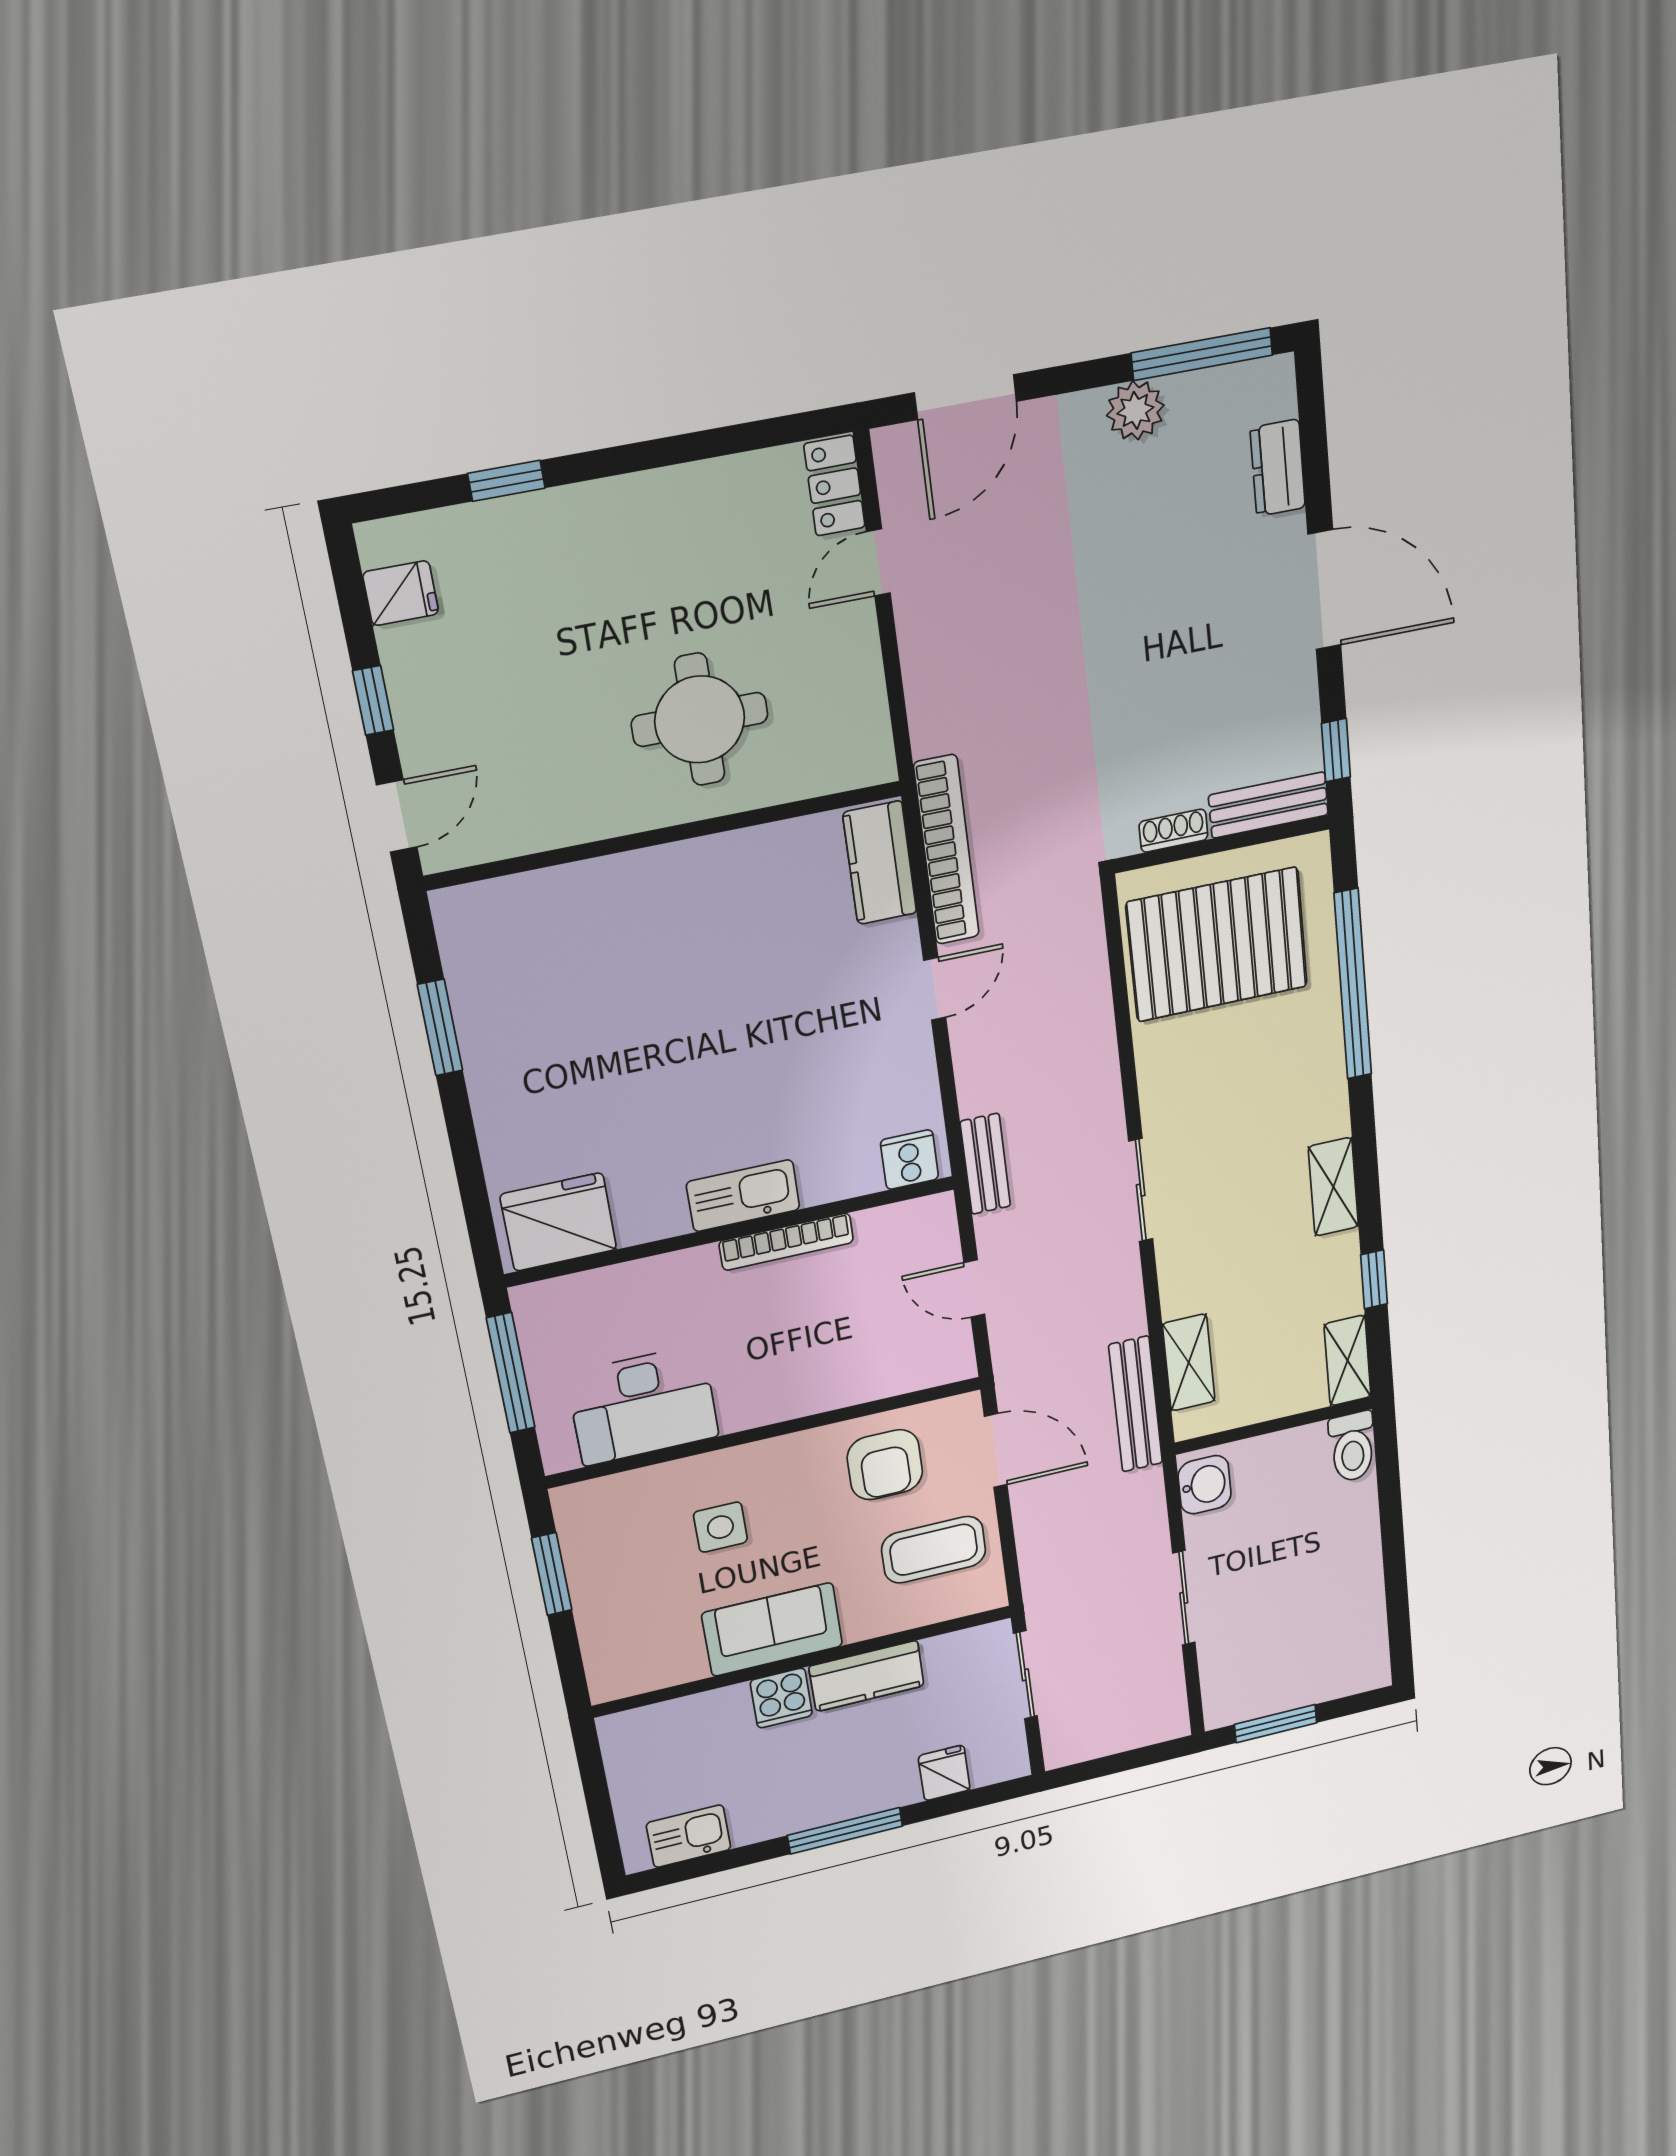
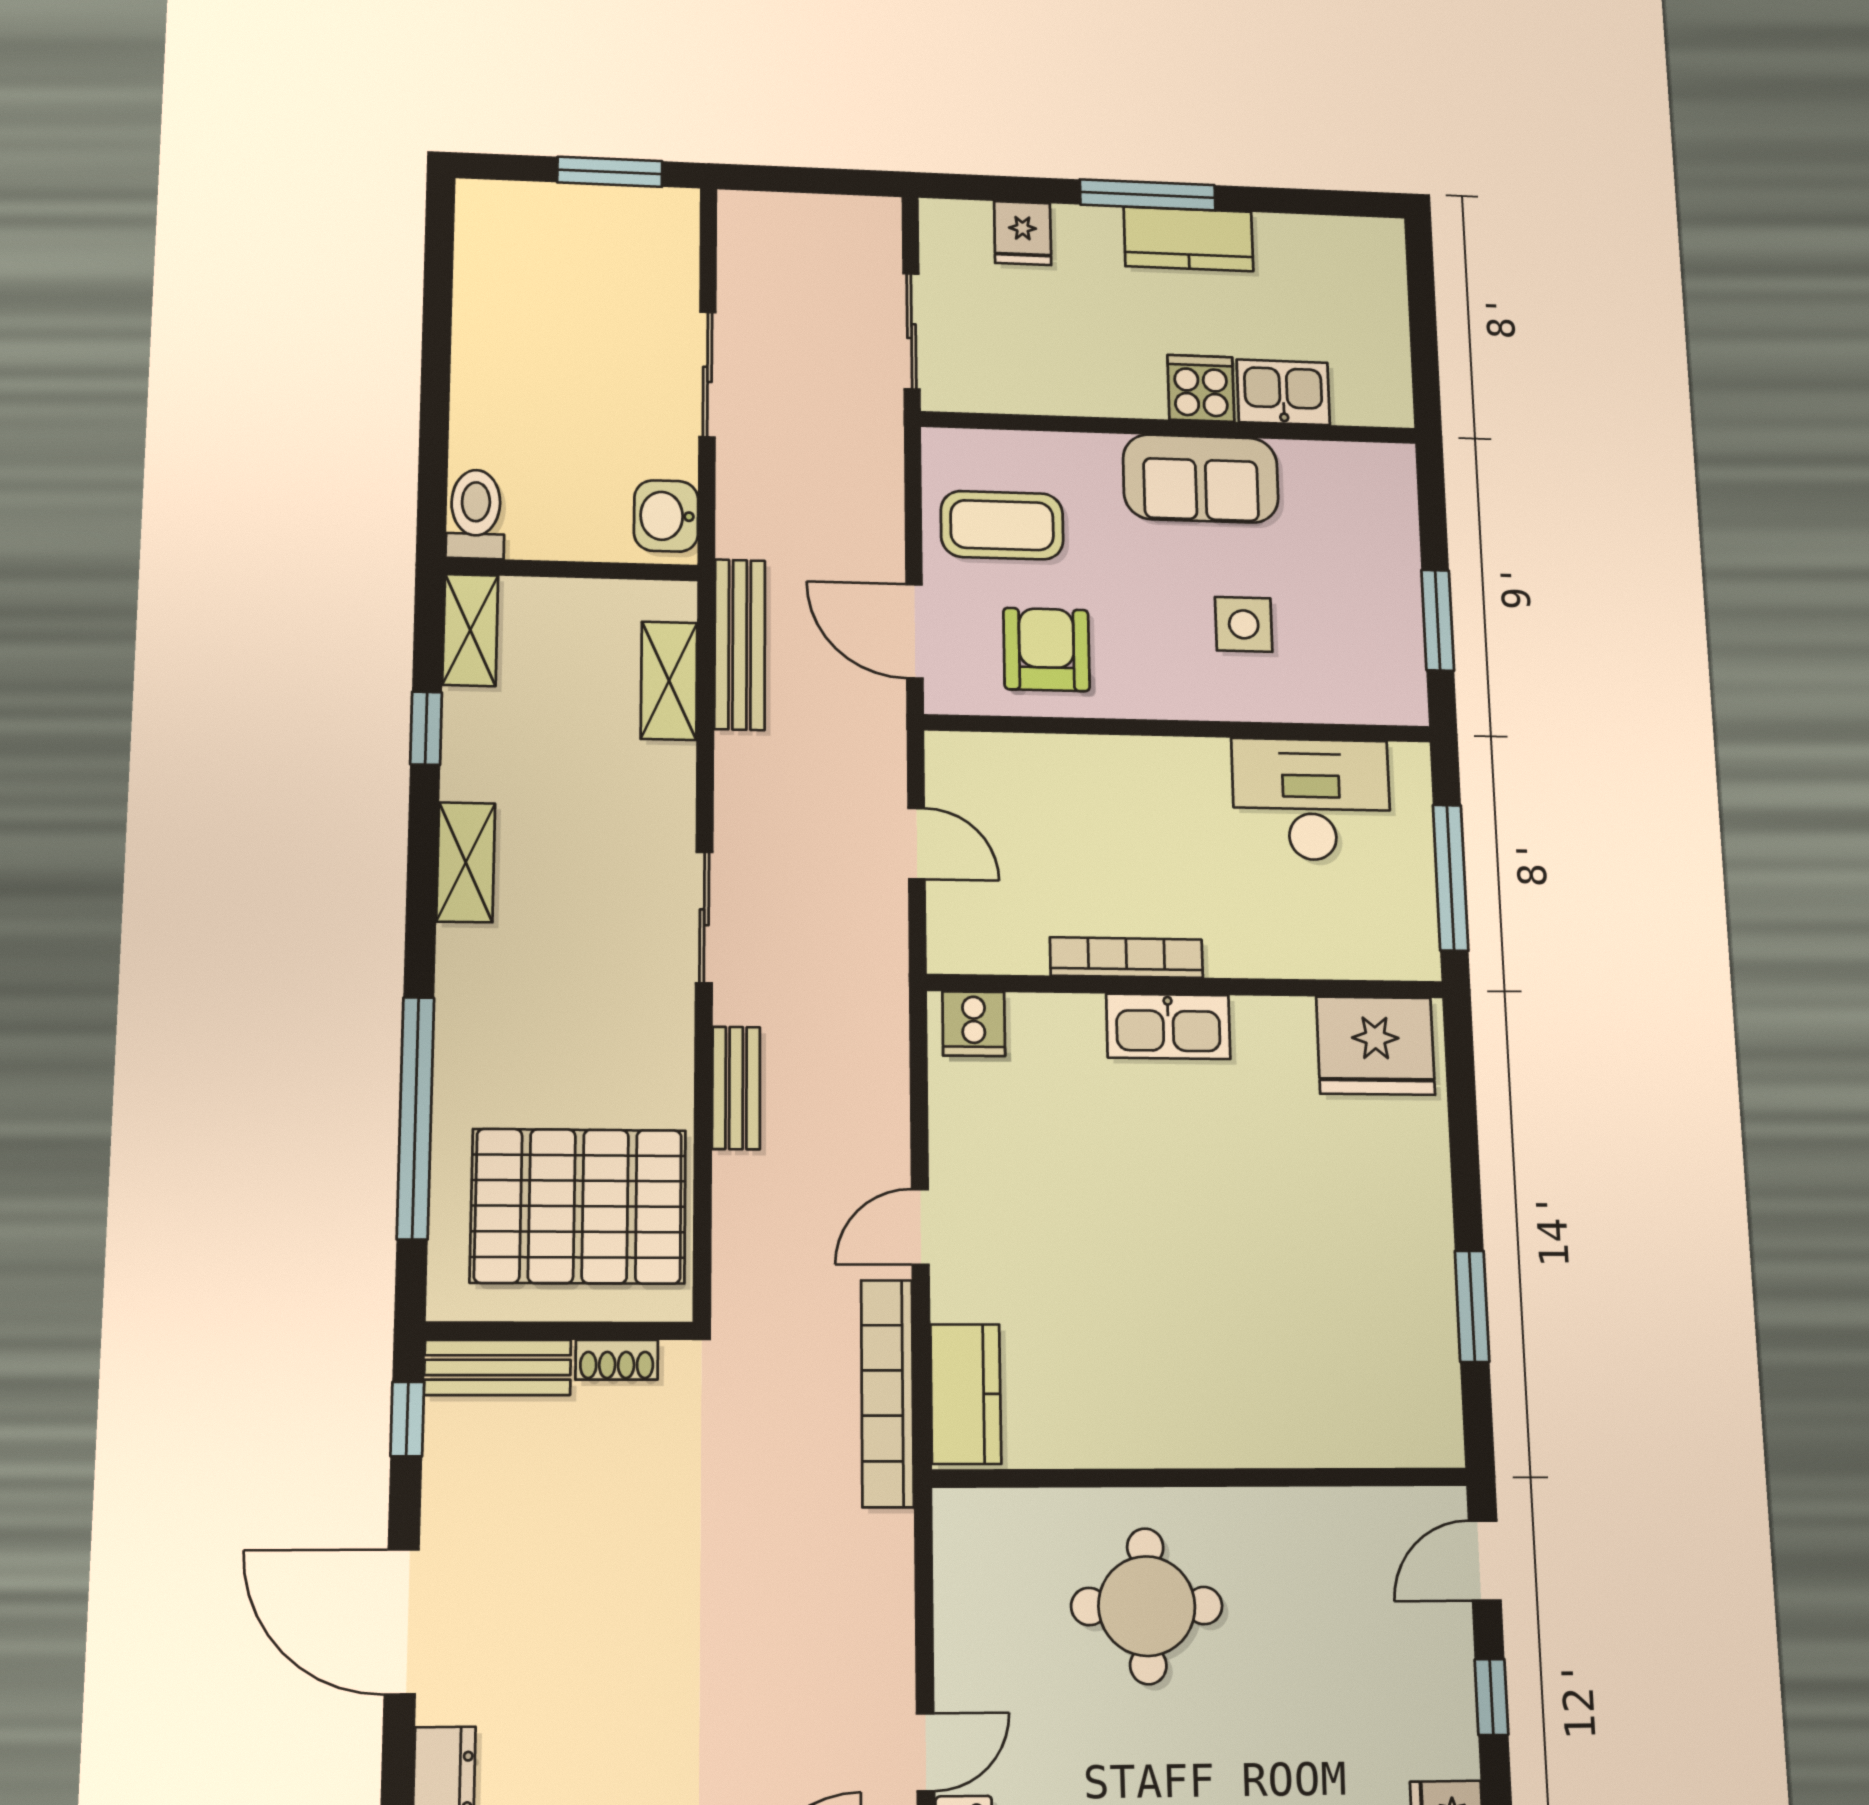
bench: (985, 1164) -> (736, 1088), moved
kitchen counter: (867, 1676) -> (1188, 239), moved, turned 180
kitchen sink: (689, 1836) -> (1283, 392), moved, turned 180

